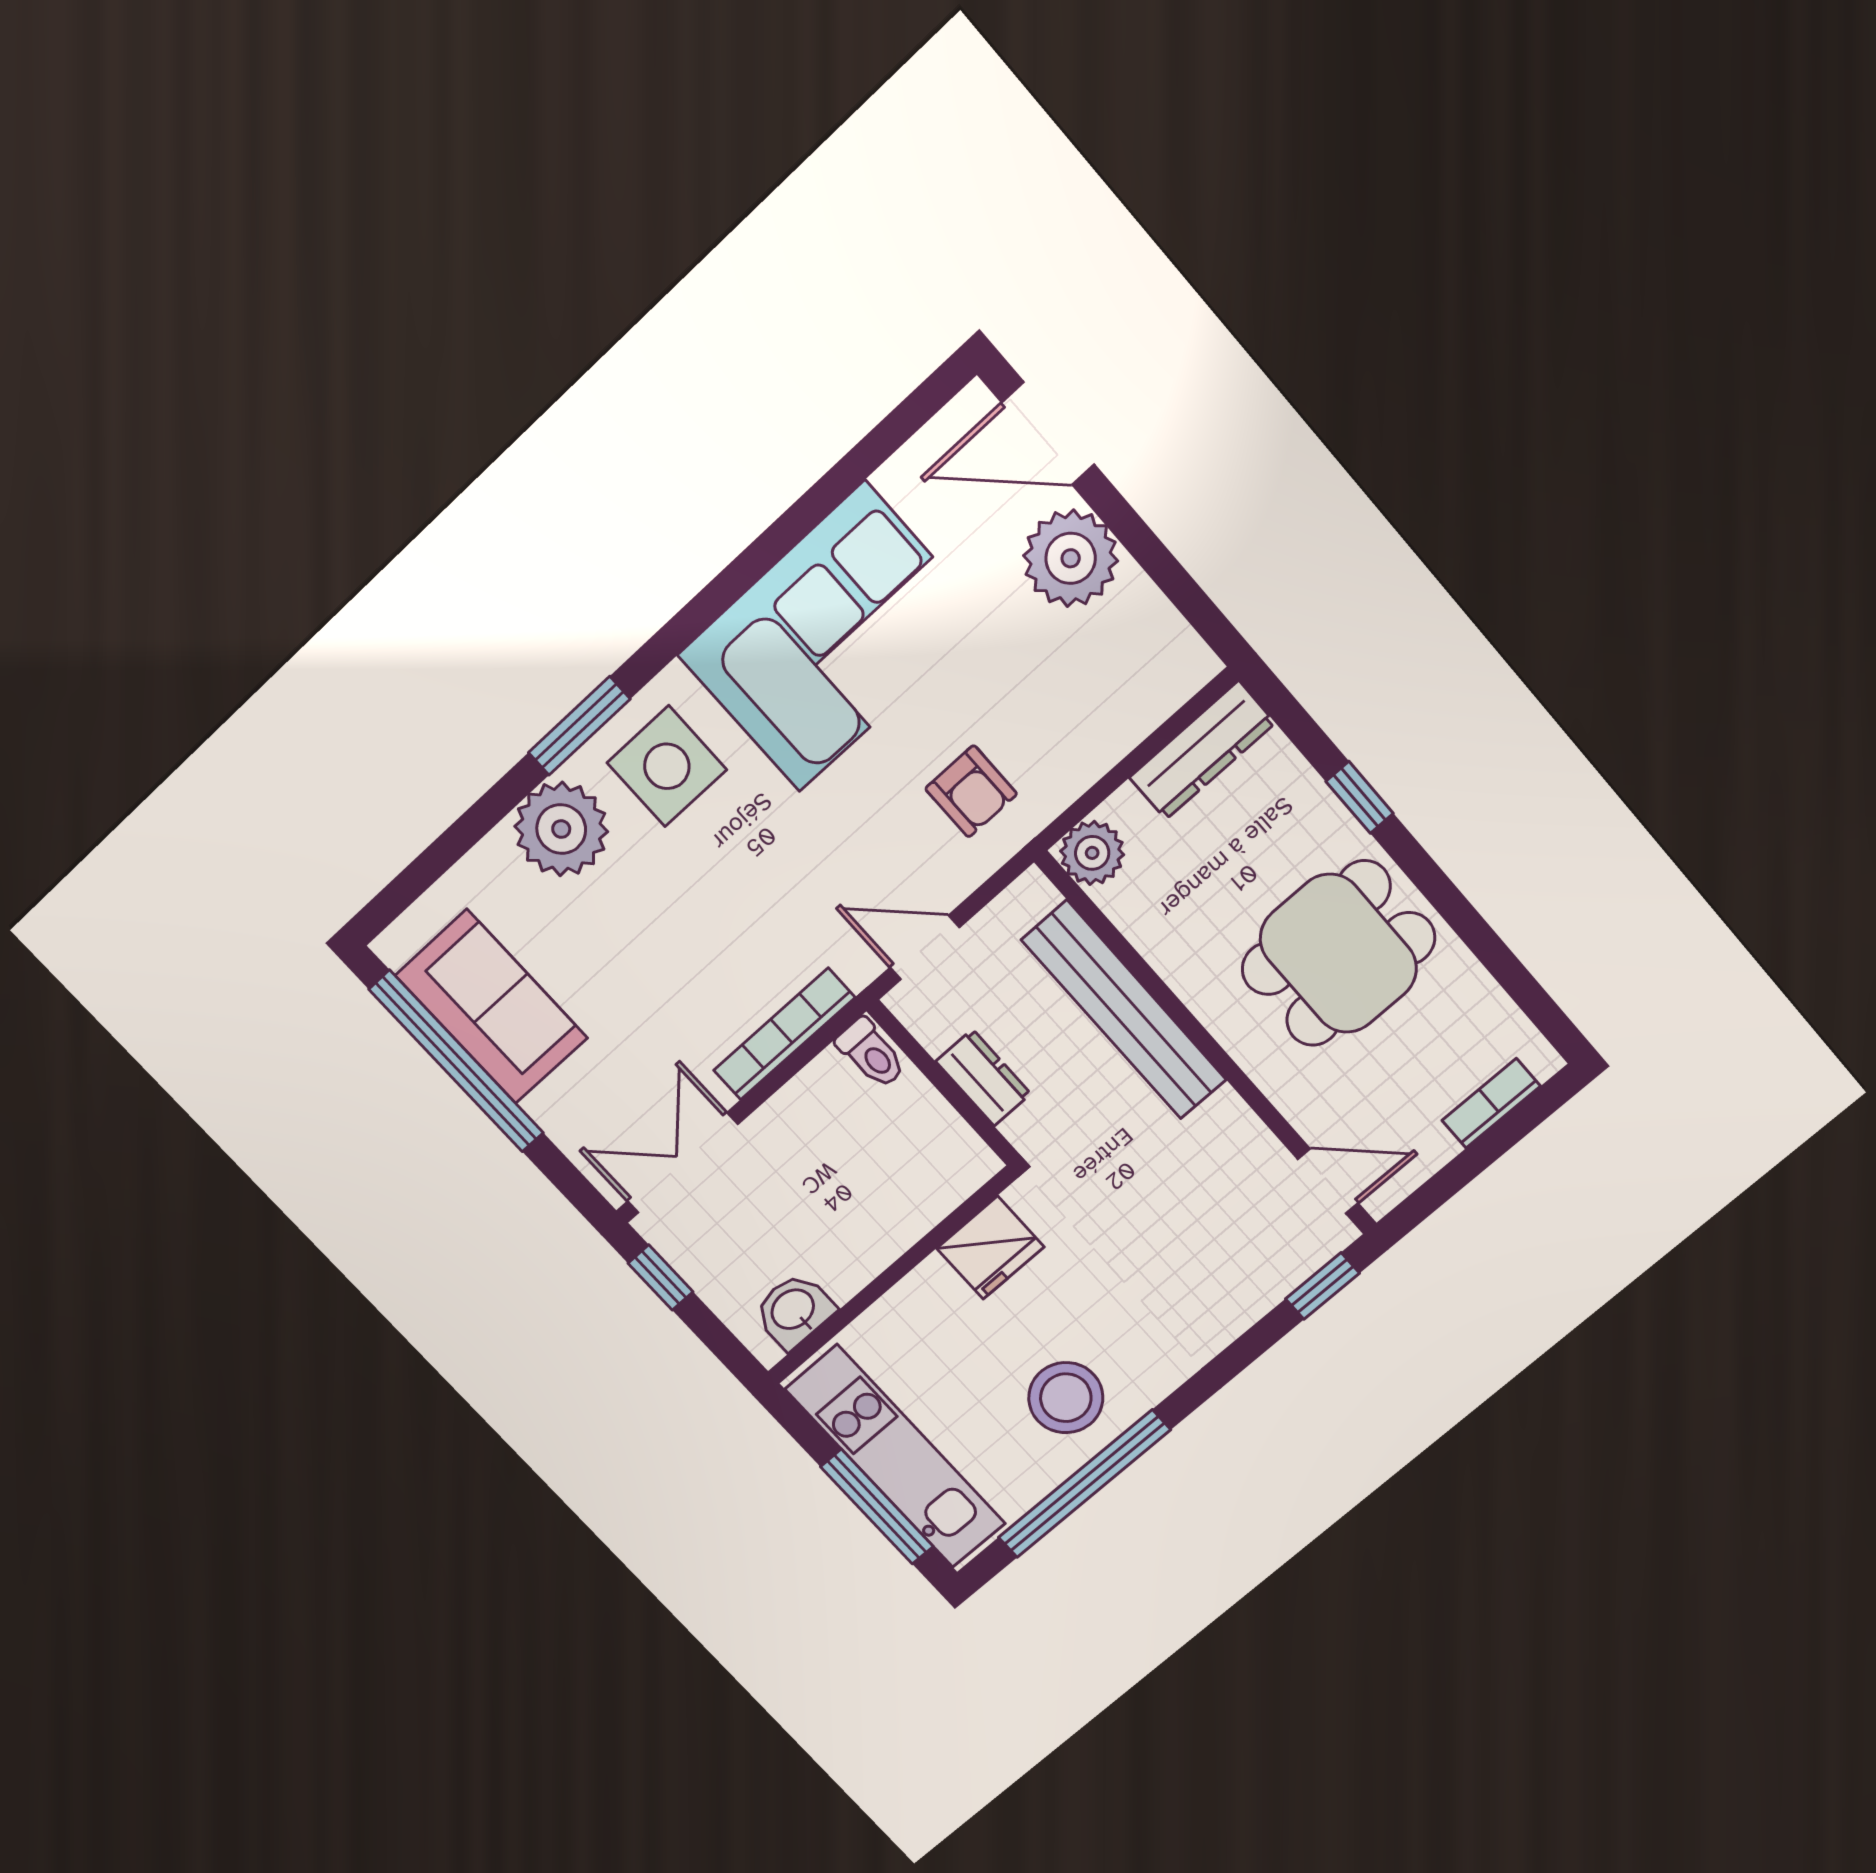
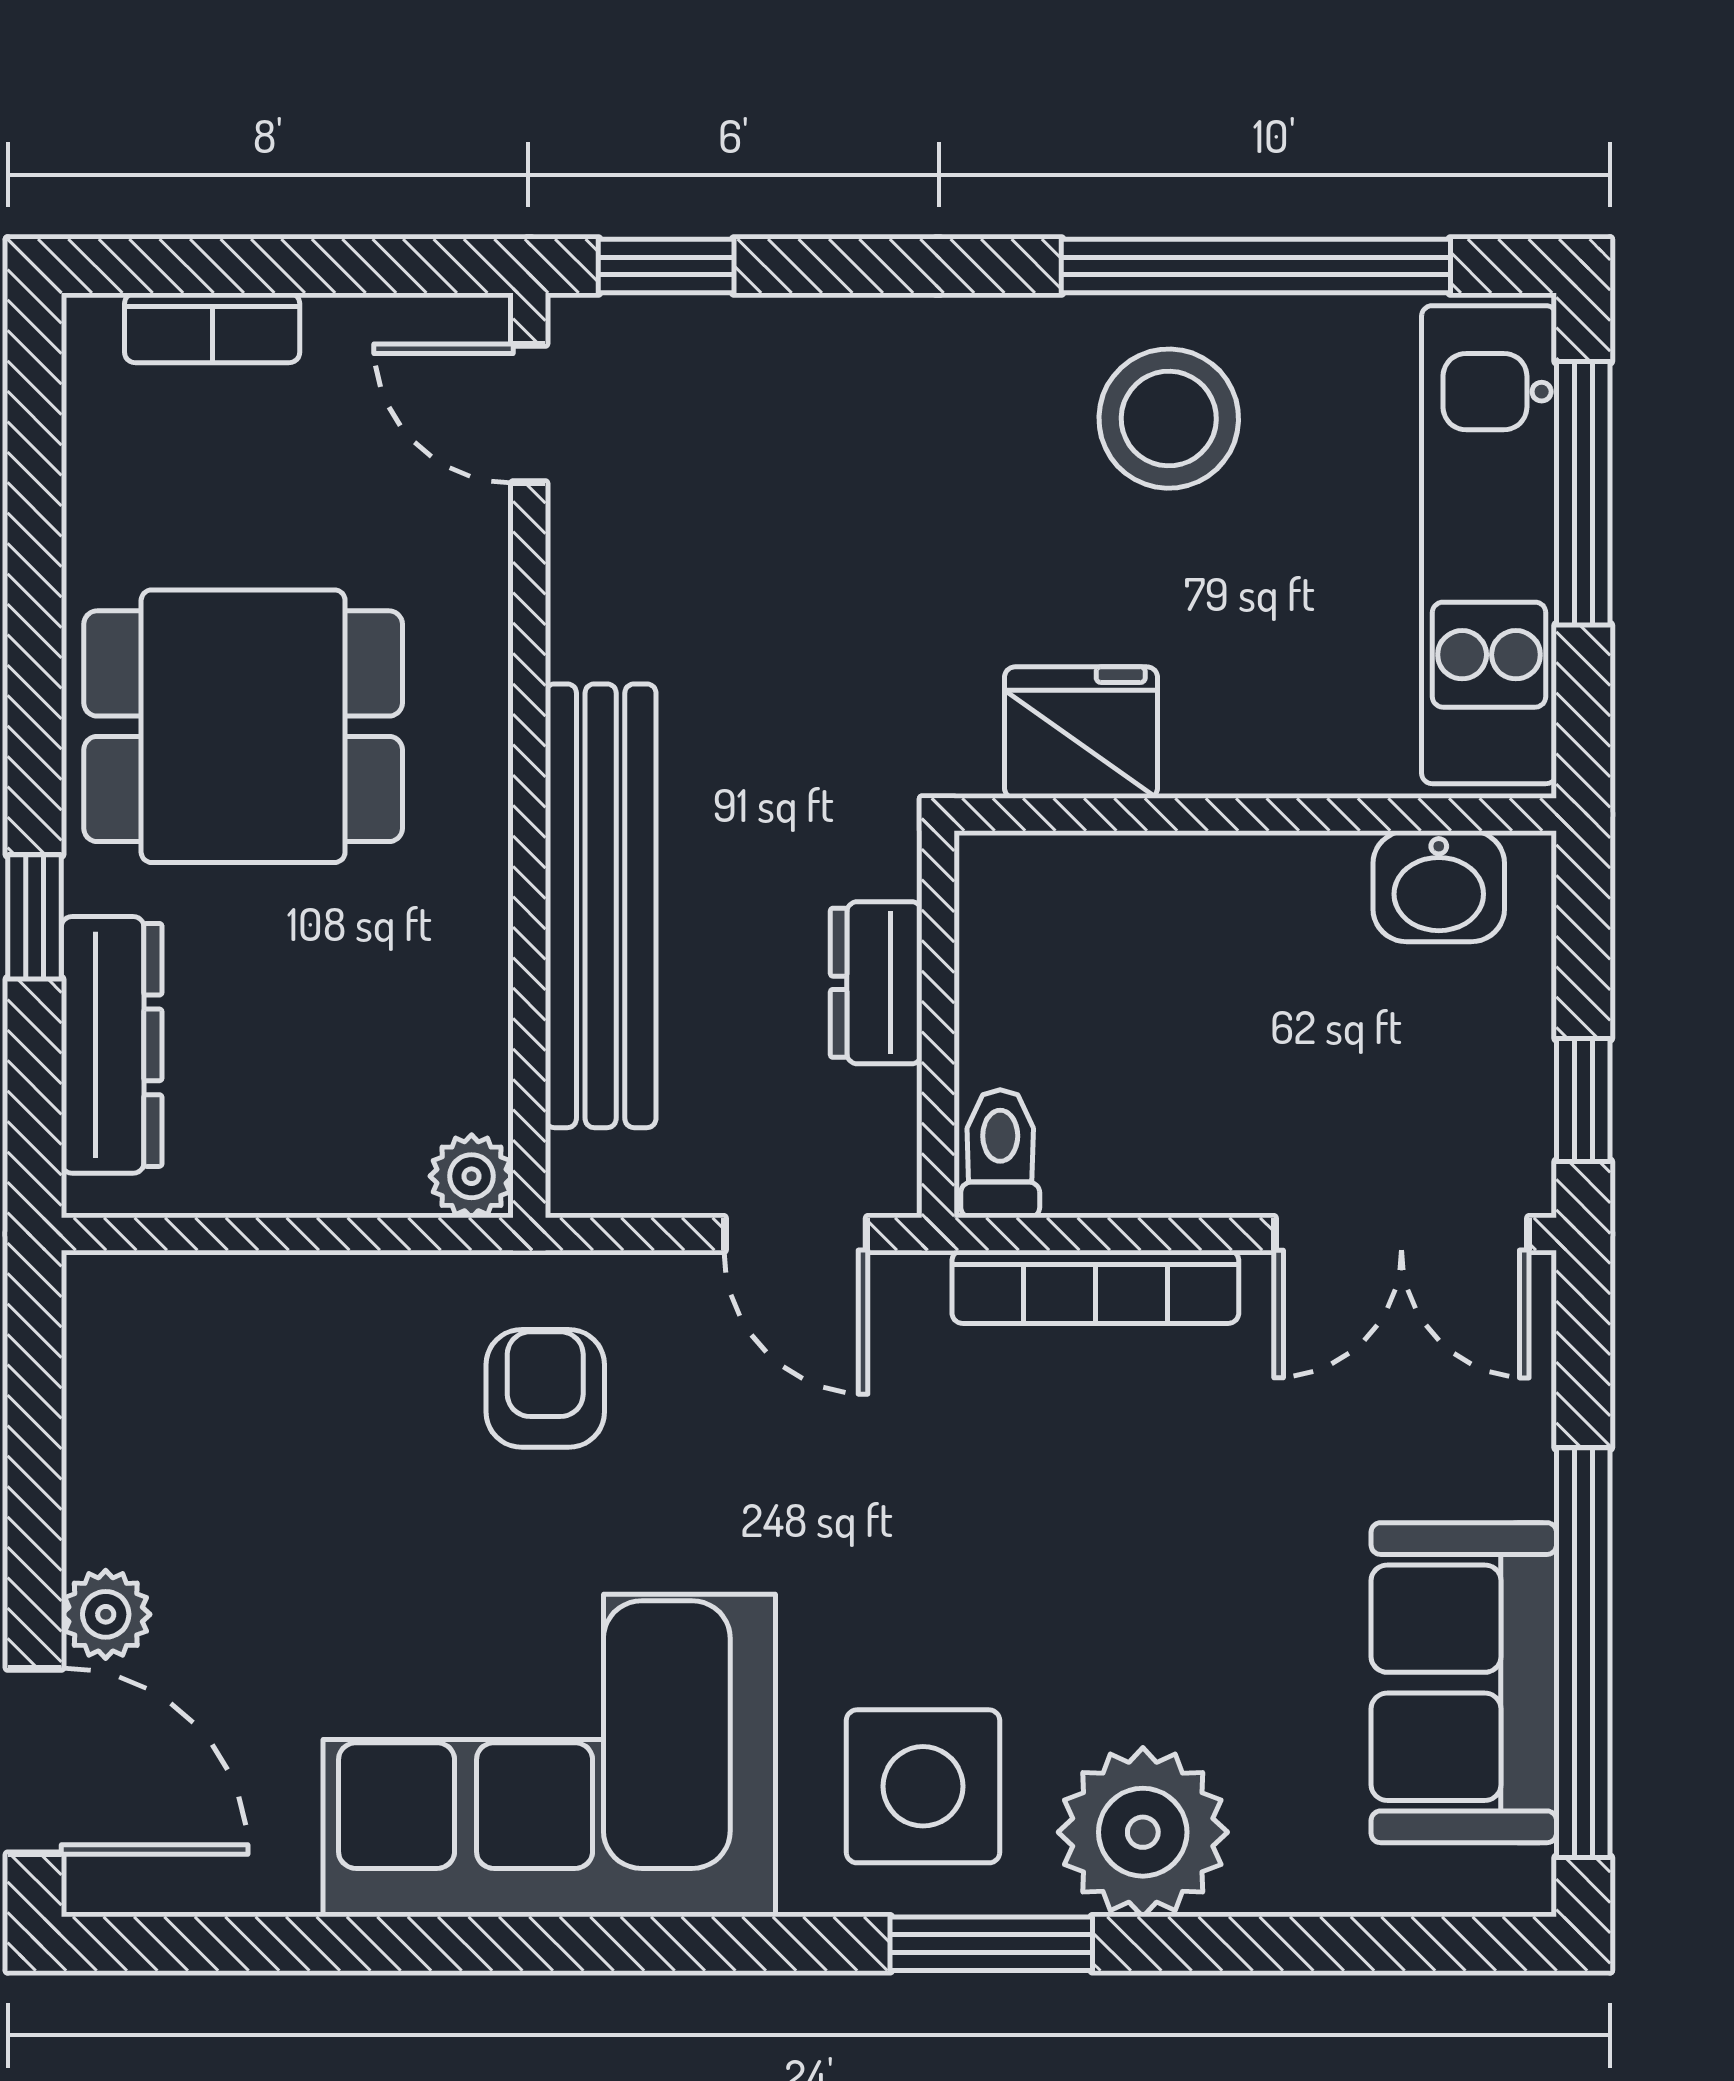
plant: (1071, 558) -> (106, 1614), width x0.53, depth x0.53
dresser: (1202, 750) -> (112, 1045), moved, turned 90
plant: (1092, 853) -> (472, 1176), width x0.73, depth x0.73

